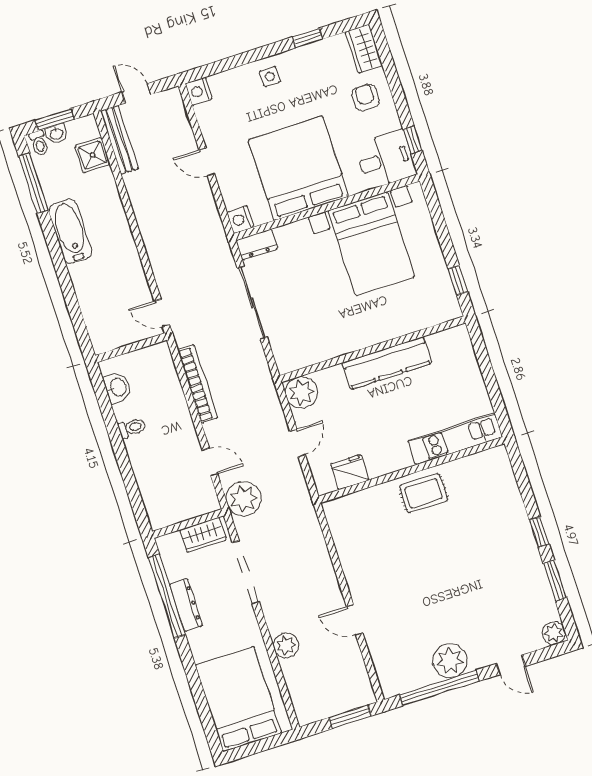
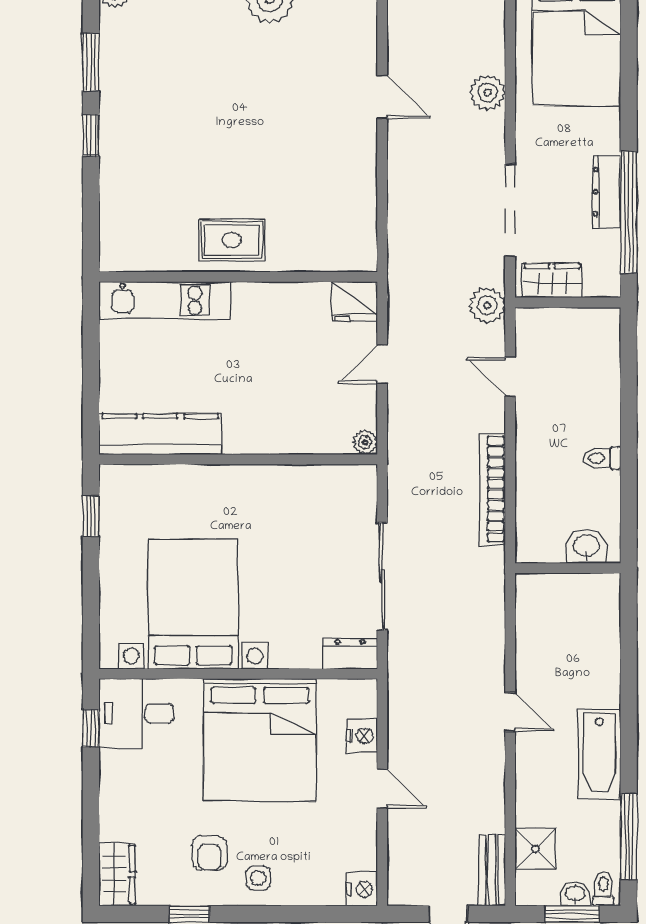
armchair: (366, 97) -> (209, 853), moved
bench: (119, 140) -> (492, 871), width x0.73
nightstand: (240, 220) -> (362, 736), moved
door: (162, 313) -> (510, 712), moved
kitchen counter: (387, 363) -> (160, 434), moved
washbasin: (118, 387) -> (586, 546), moved, turned 90
plant: (301, 392) -> (365, 442), width x0.53, depth x0.53
fridge: (350, 472) -> (354, 301), moved
plant: (244, 499) -> (487, 305), width x0.73, depth x0.73

